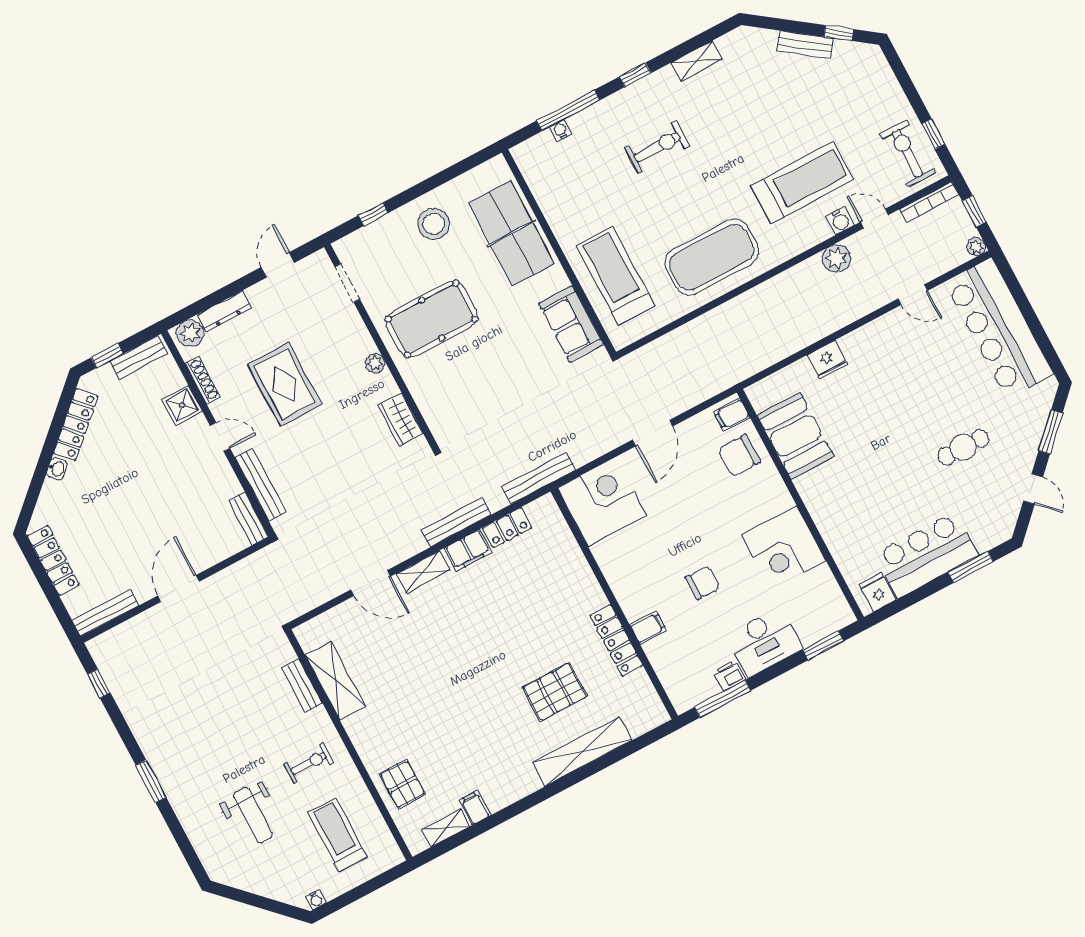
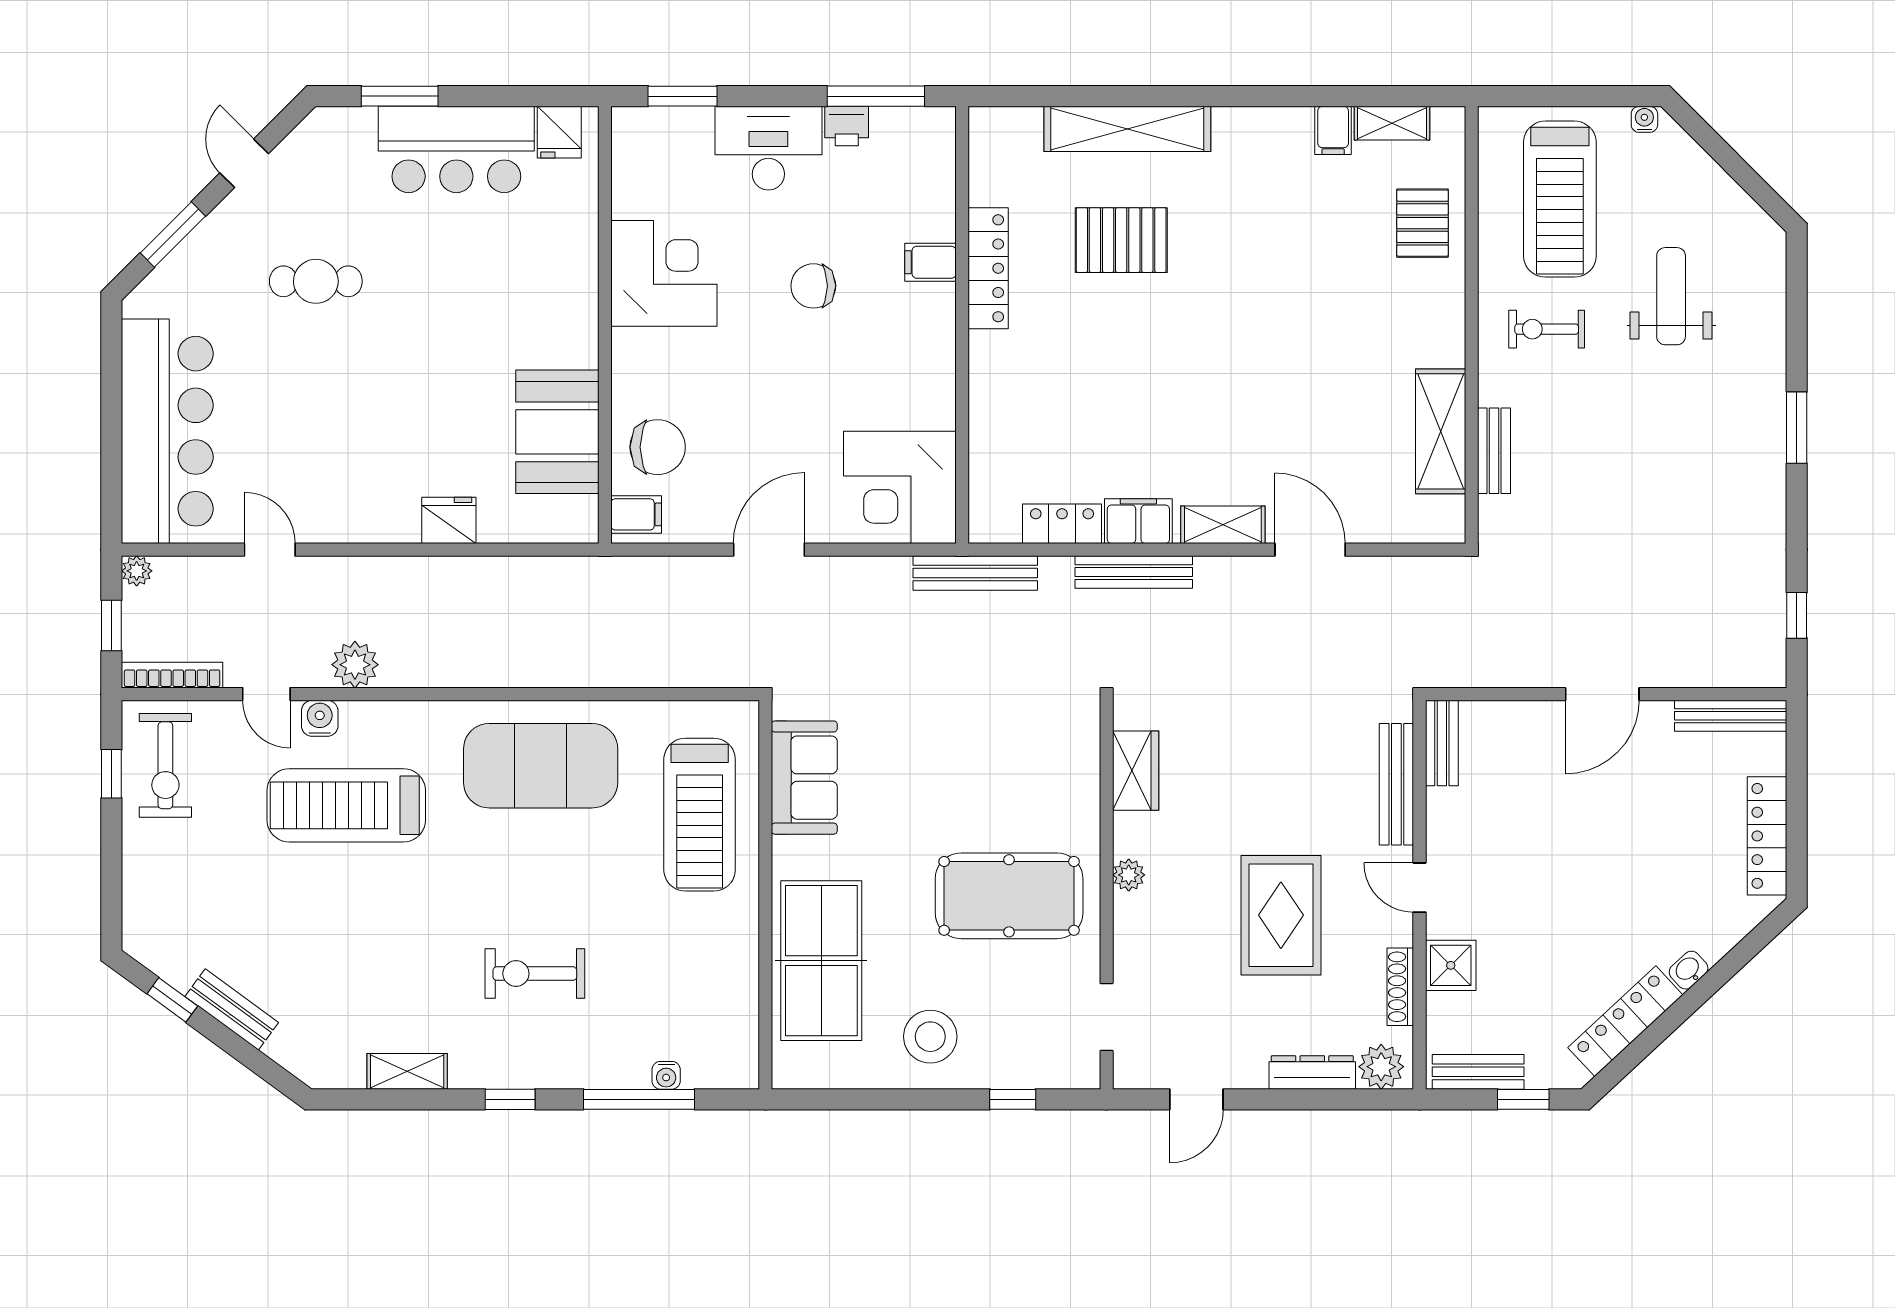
treadmill: (338, 835) -> (1560, 199), width x1.37, depth x1.38

